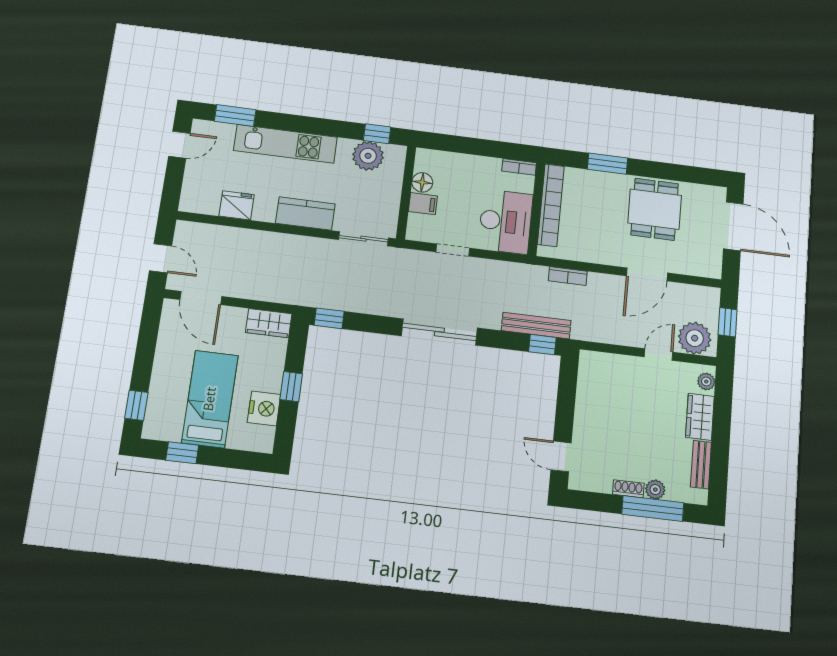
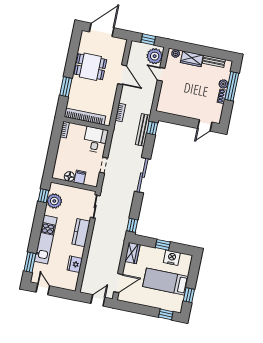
desk: (506, 222) -> (95, 140), width x0.73

